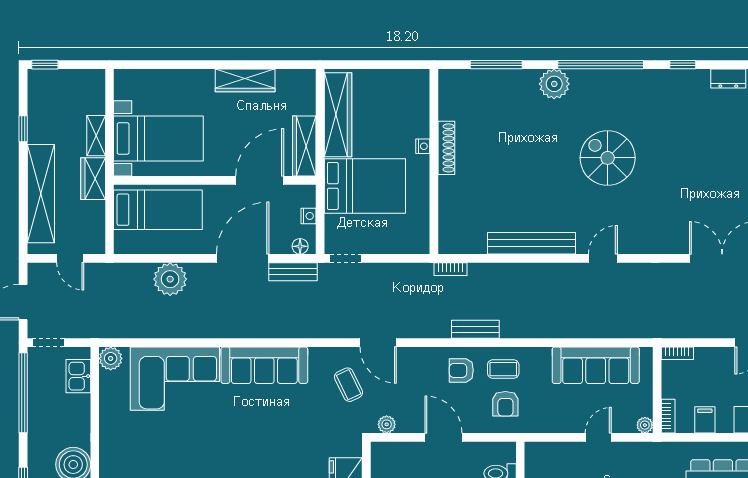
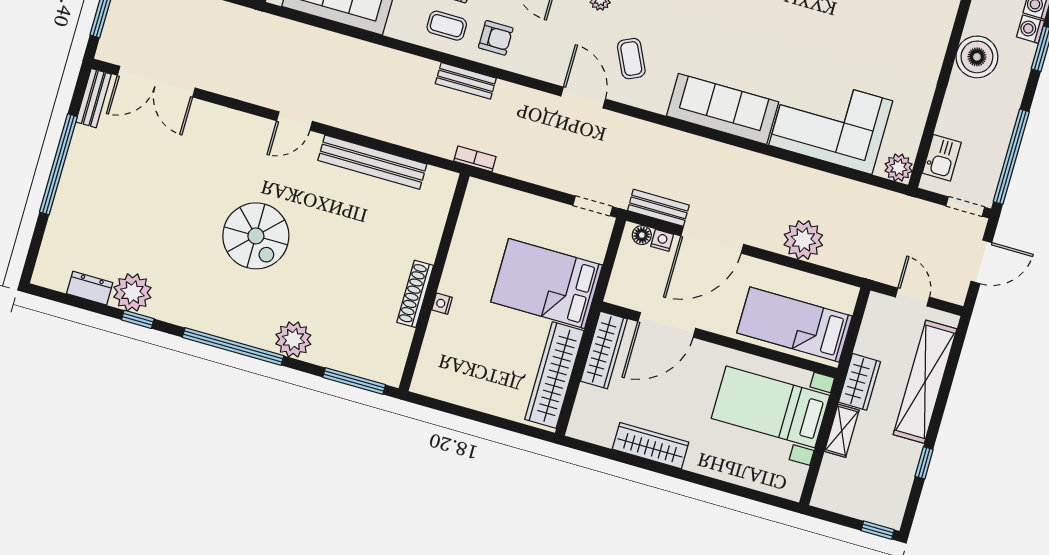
plant: (693, 85) -> (132, 292), added
nightstand: (423, 146) -> (442, 304), moved
shoe rack: (446, 148) -> (415, 294), moved
wall: (434, 161) -> (434, 282), moved
nightstand: (309, 216) -> (662, 240), moved, turned 90

